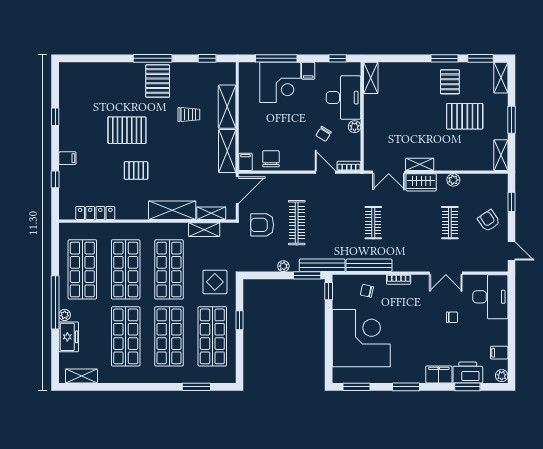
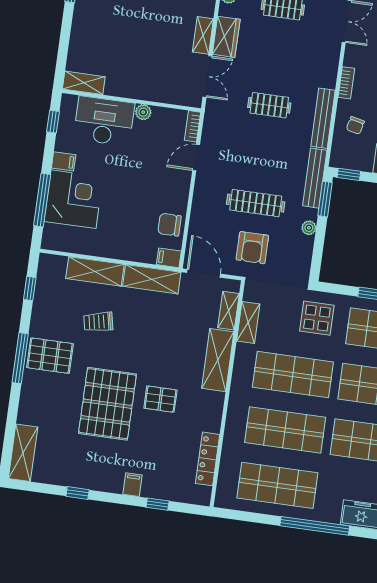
shelving: (80, 71) -> (23, 453), added
trolley: (189, 115) -> (98, 322), turned -102
pallet: (127, 130) -> (107, 404), width x1.37, depth x1.41
chair: (324, 134) -> (147, 153), removed
pallet: (136, 170) -> (160, 399), turned 90
plant: (65, 315) -> (332, 516), removed

